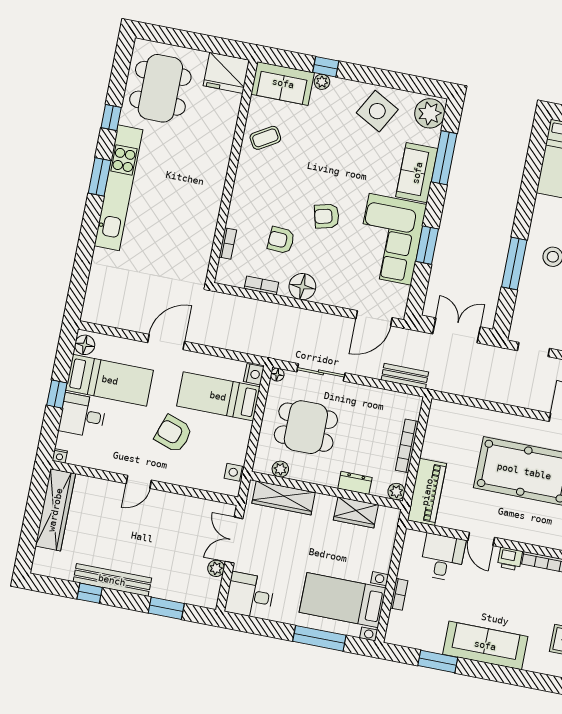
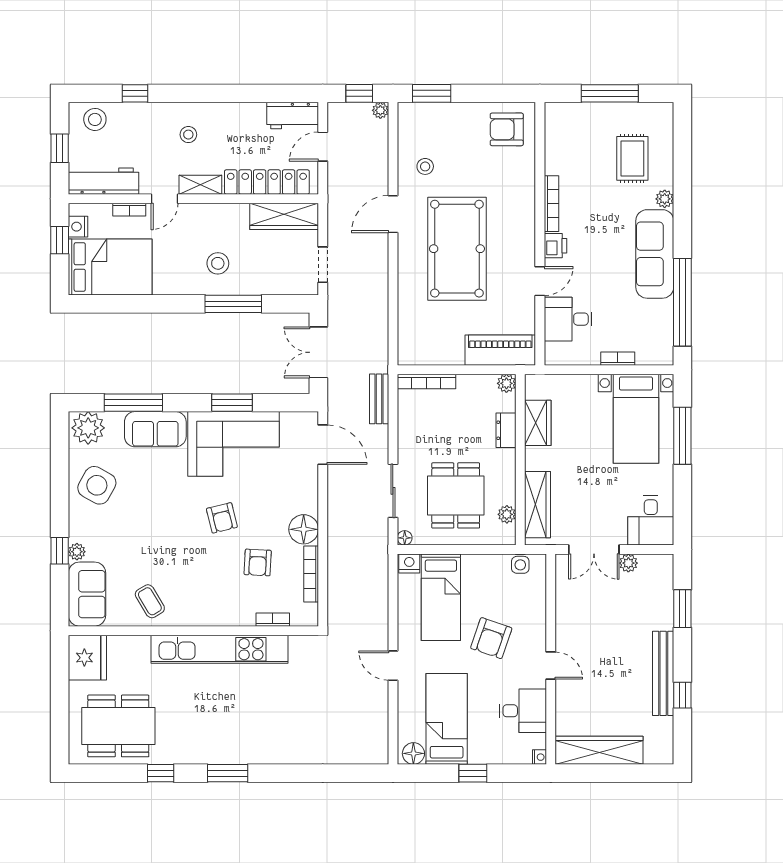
kitchen unit: (118, 188) -> (219, 649), moved, turned 180
bookcase: (261, 285) -> (311, 574), width x1.56
door: (166, 342) -> (393, 666), width x0.73
desk: (82, 415) -> (523, 711), moved, turned -90
bookcase: (407, 446) -> (426, 382), moved
window: (438, 662) -> (682, 302), width x2.11
plant: (532, 664) -> (665, 199), added

